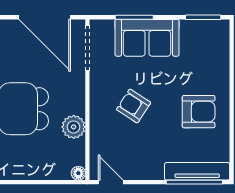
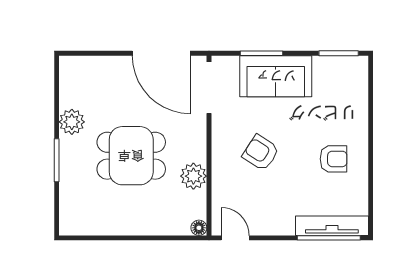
armchair: (199, 112) -> (334, 159), width x0.72, depth x0.72

